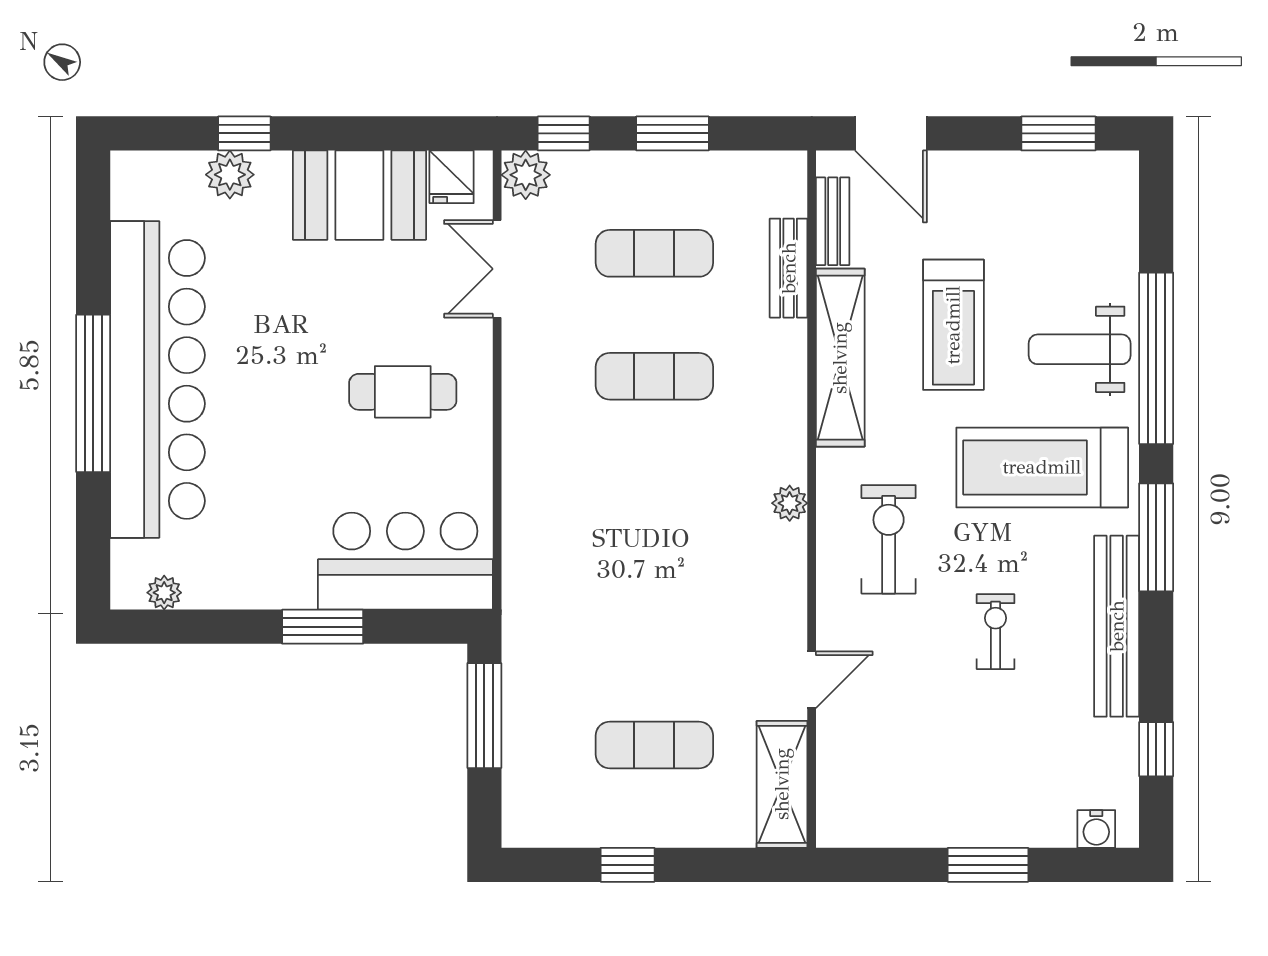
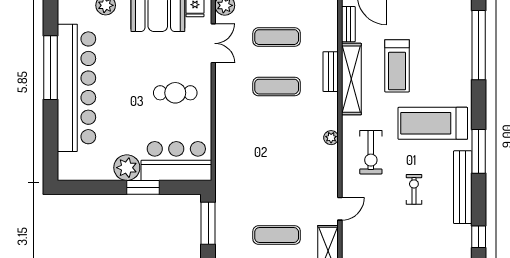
bench: (789, 268) -> (331, 72), moved
double door: (497, 269) -> (213, 43), swing flipped
weight bench: (1080, 349) -> (448, 76), removed
window: (1156, 358) -> (479, 45), moved
window: (93, 393) -> (51, 68), moved
exercise bike: (889, 539) -> (371, 152), turned 180
plant: (164, 593) -> (127, 168), moved, width x1.87, depth x1.87

